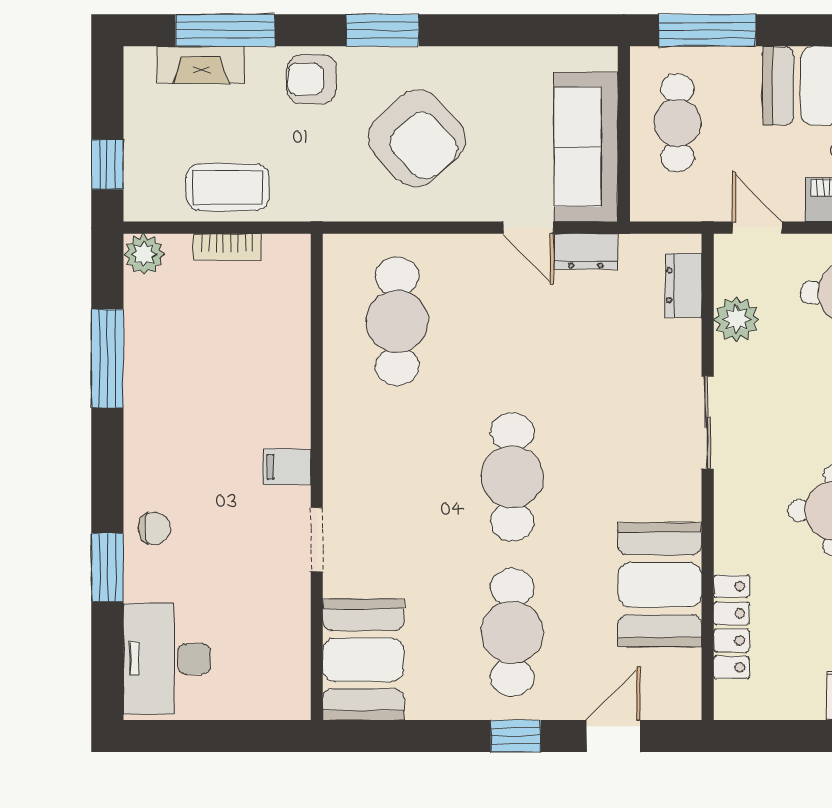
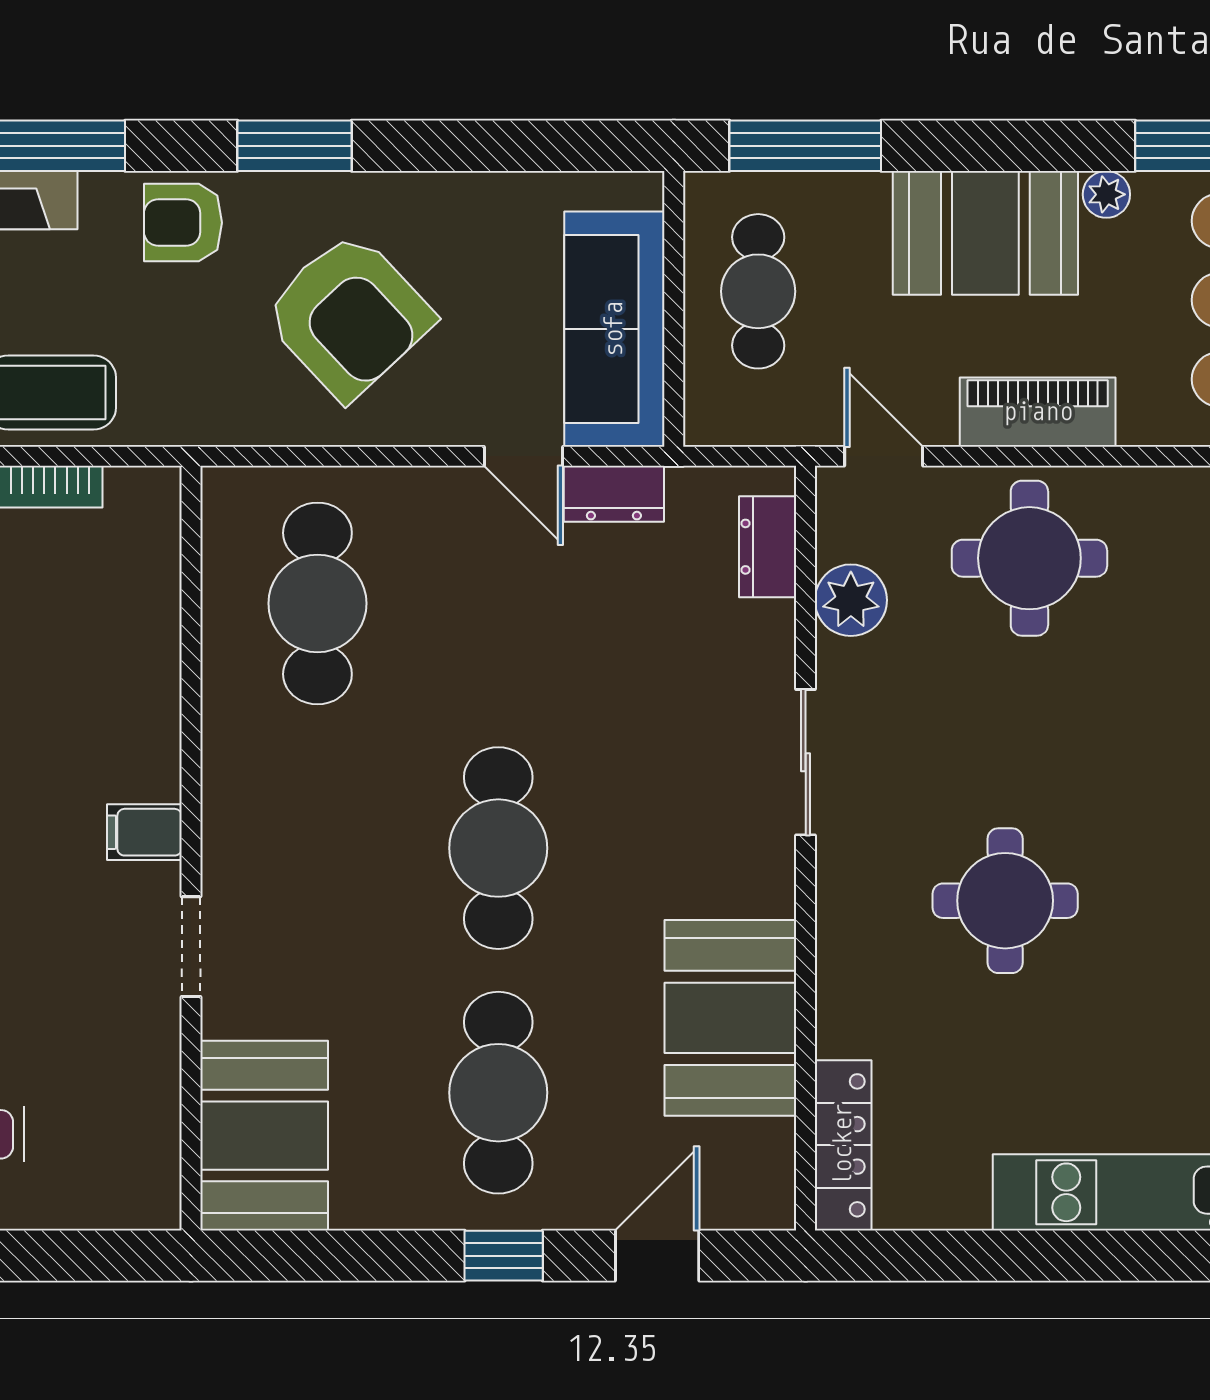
locker: (731, 627) -> (843, 1145), moved

